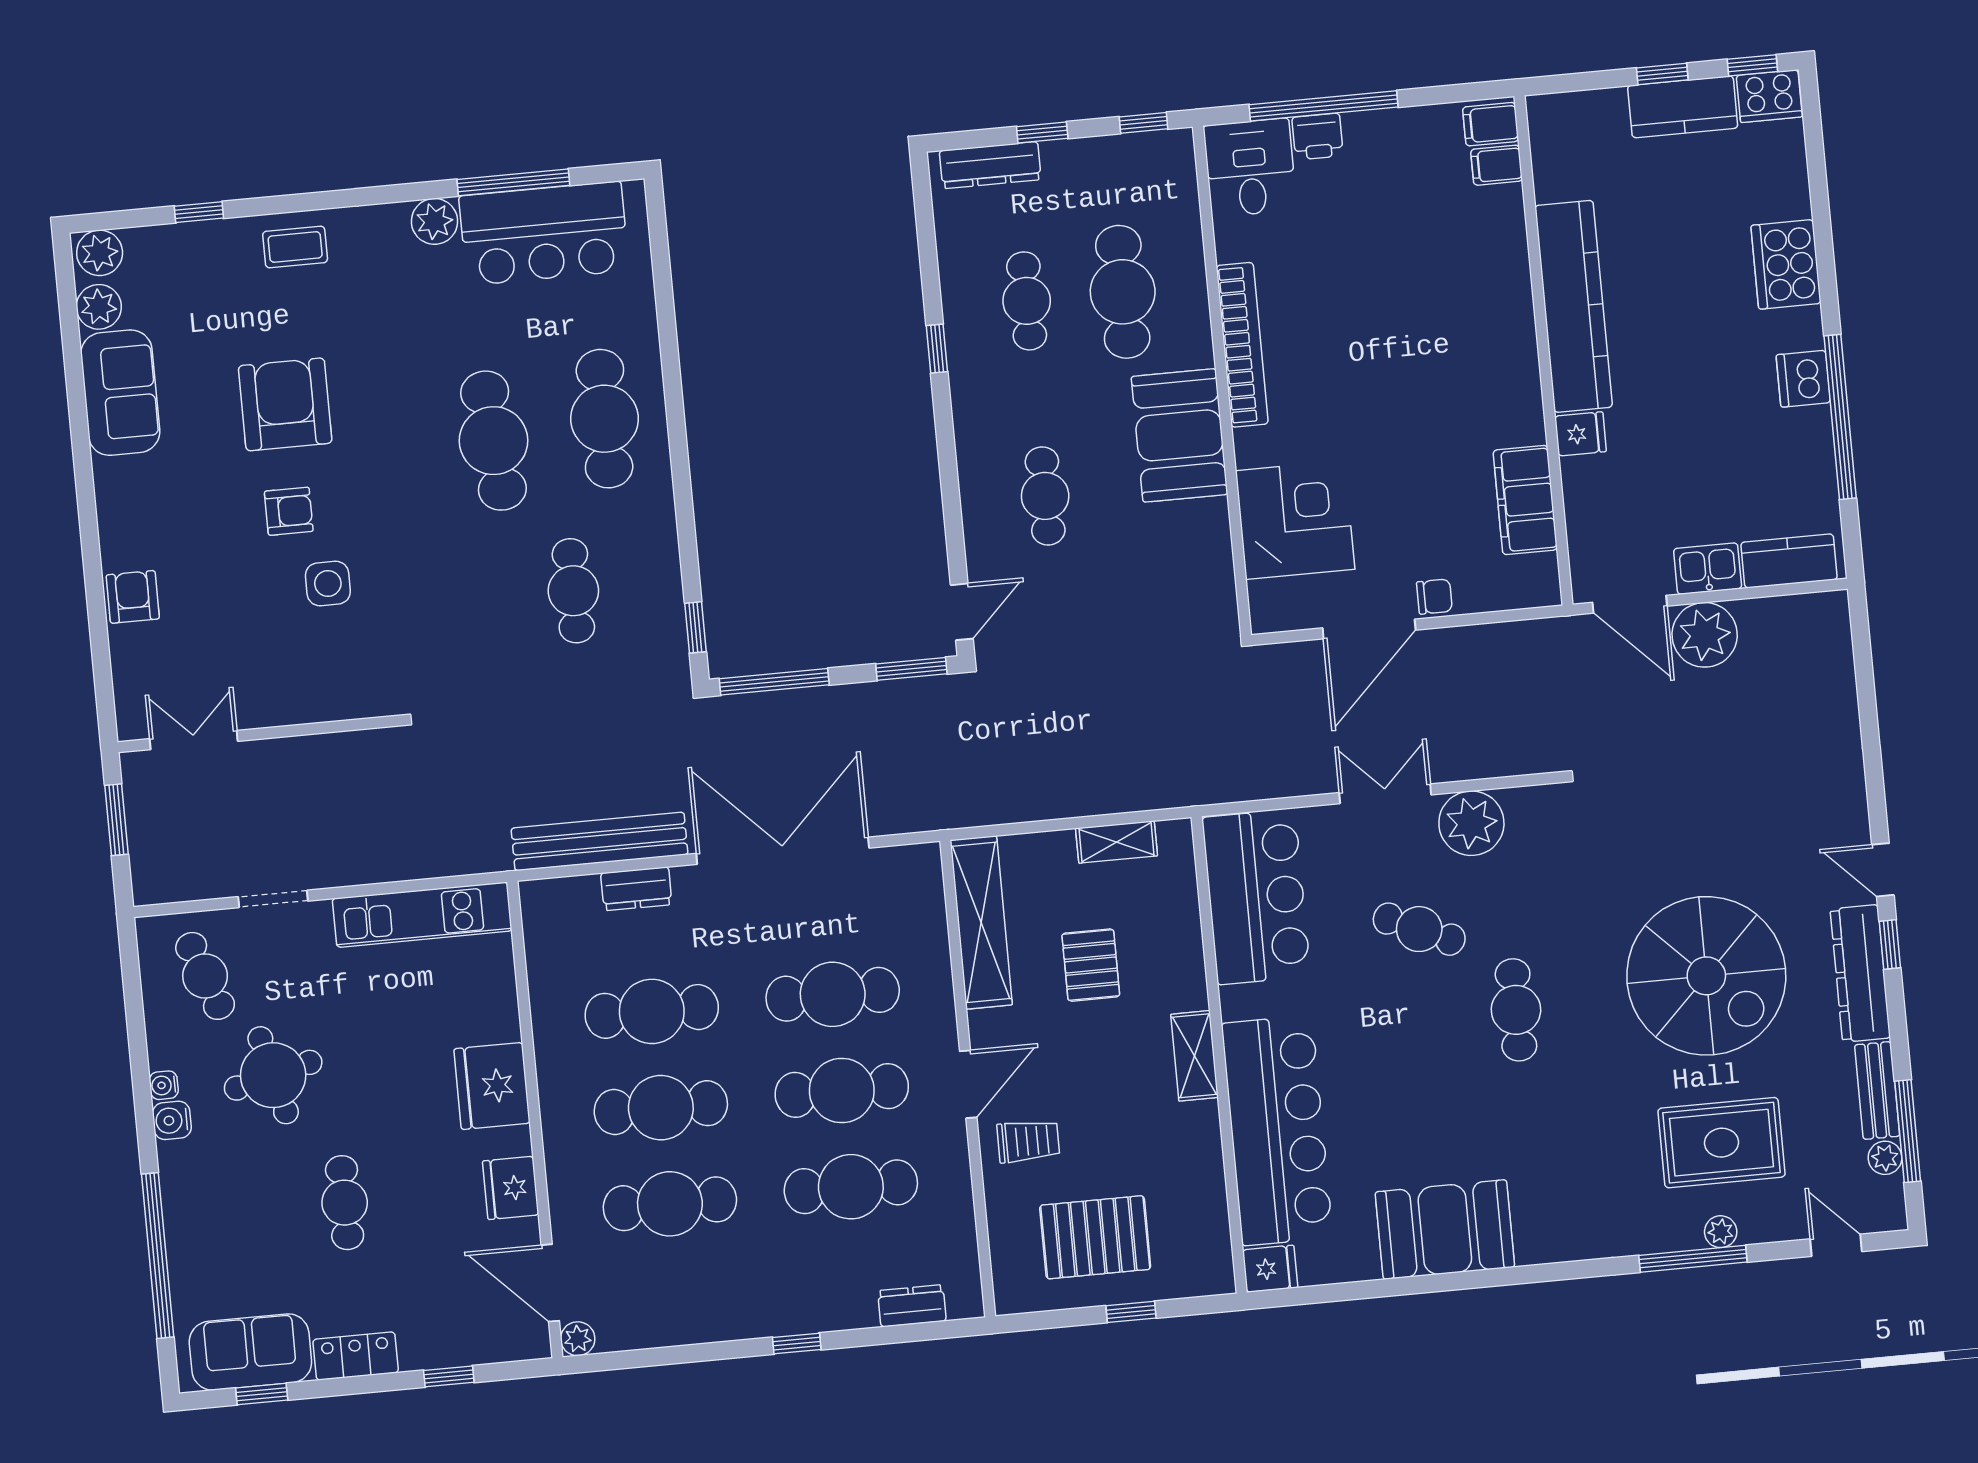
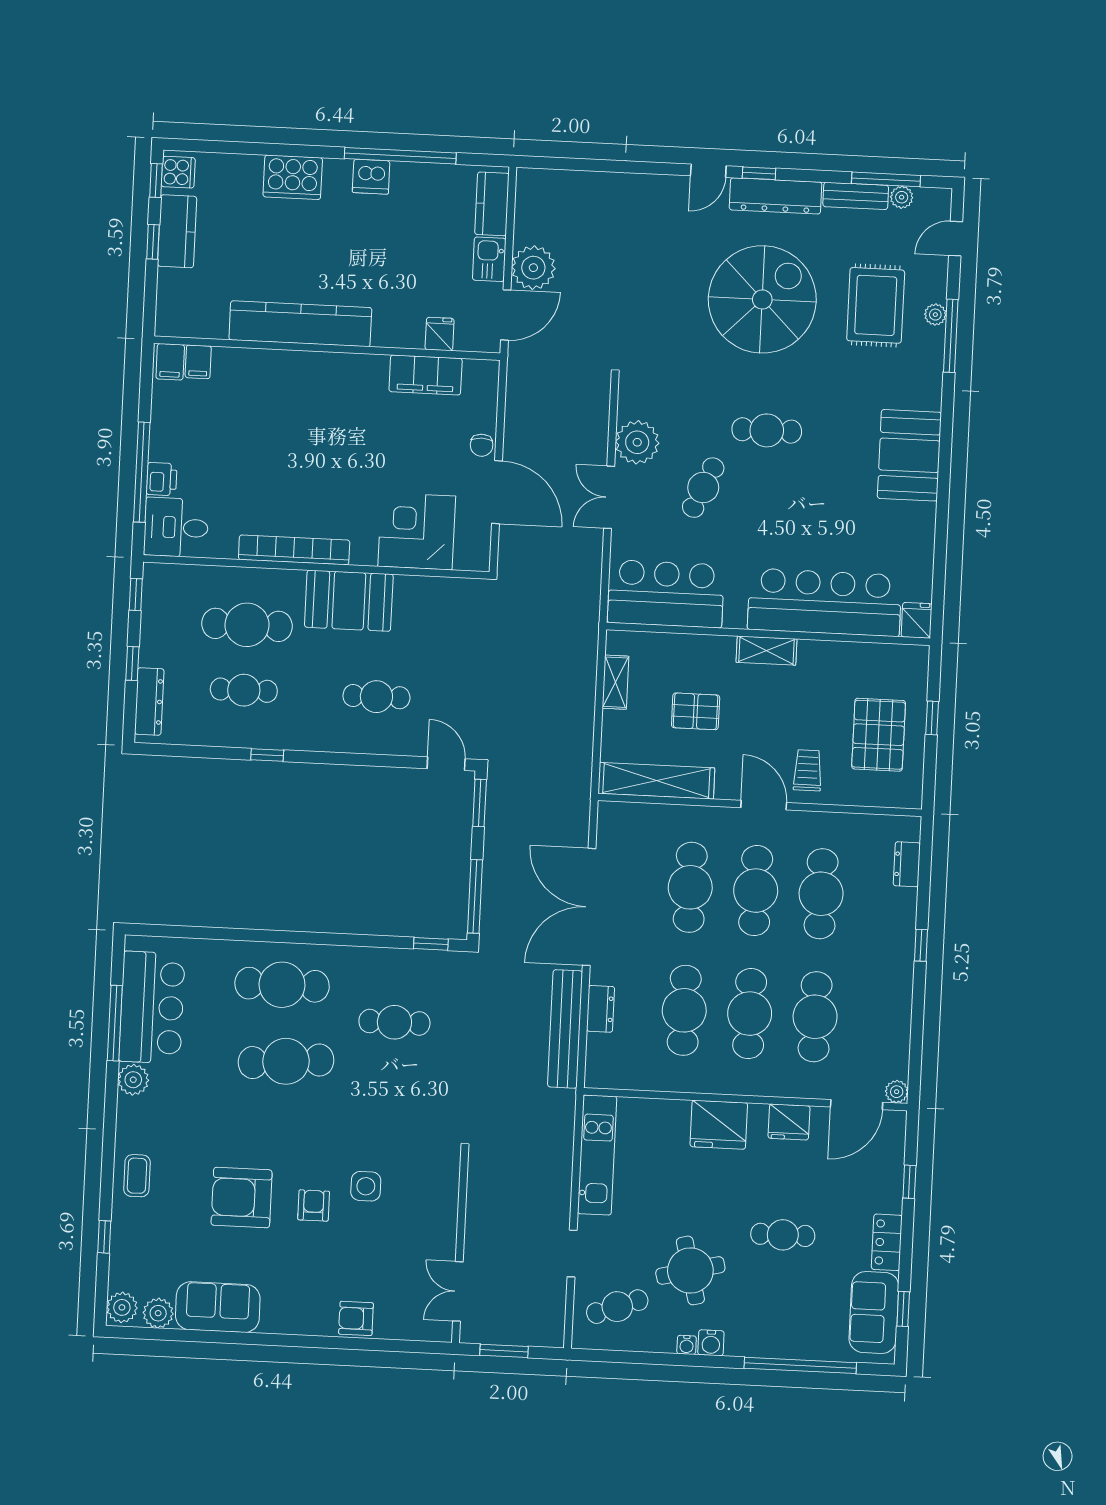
cooker: (1769, 96) -> (178, 172), width x0.73
fridge: (1581, 434) -> (440, 334), moved
chair: (1434, 597) -> (482, 445), turned 180
booth: (1445, 1230) -> (909, 455), moved

